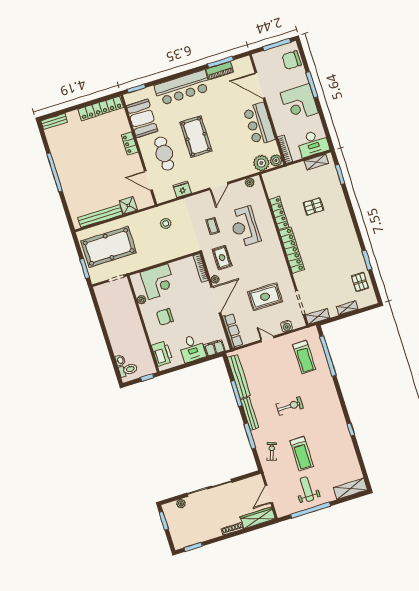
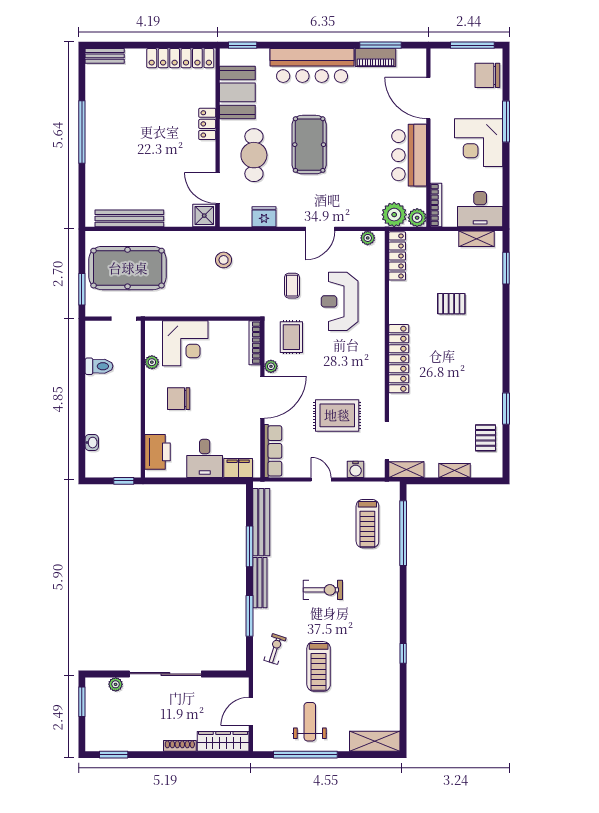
shower: (128, 205) -> (204, 216), moved
locker: (279, 213) -> (397, 256), moved
toilet: (128, 370) -> (99, 366), moved

